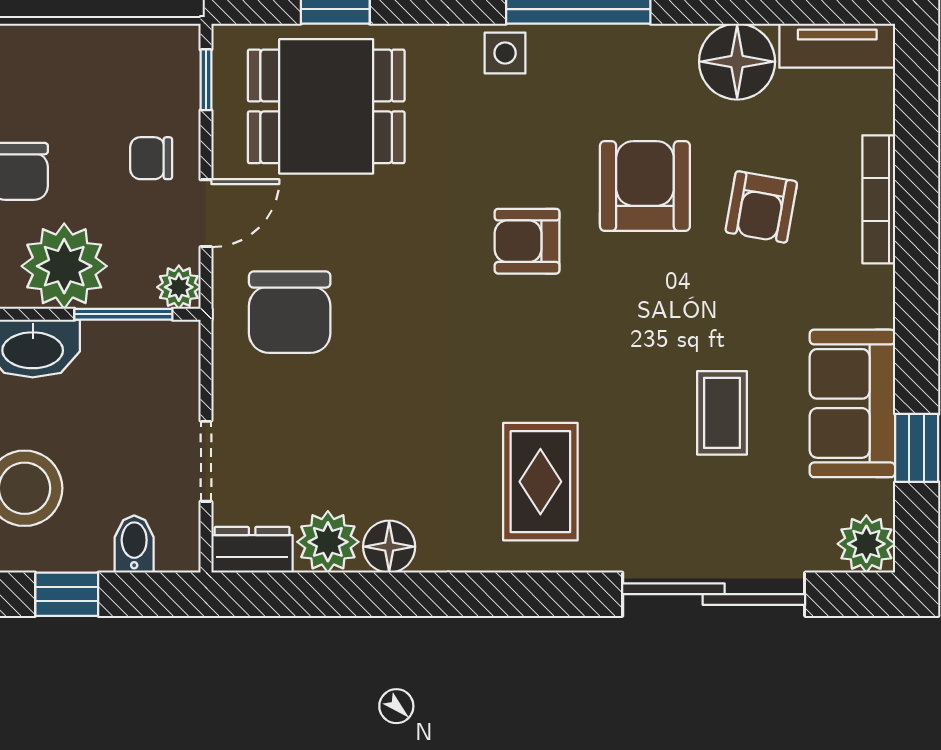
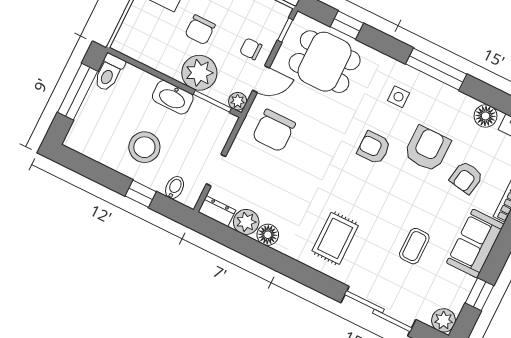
side table: (505, 53) -> (399, 97), moved
floor lamp: (737, 62) -> (486, 116), width x0.73, depth x0.73
sofa: (852, 403) -> (475, 244), moved

